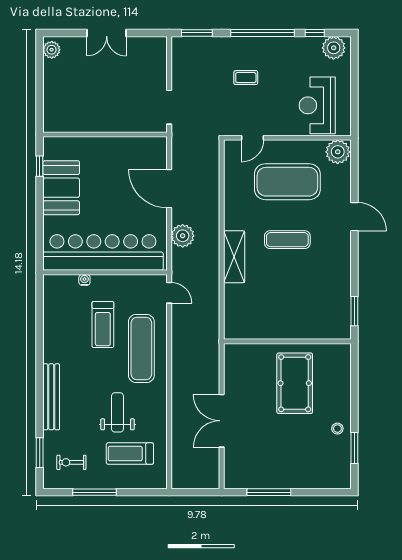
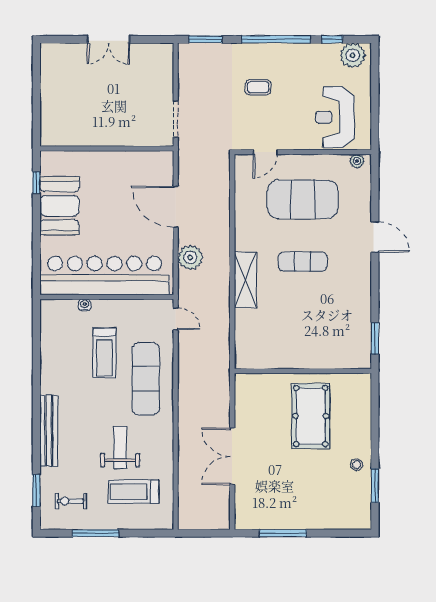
plant: (52, 50) -> (49, 57), removed
plant: (338, 152) -> (357, 161), width x0.53, depth x0.53

